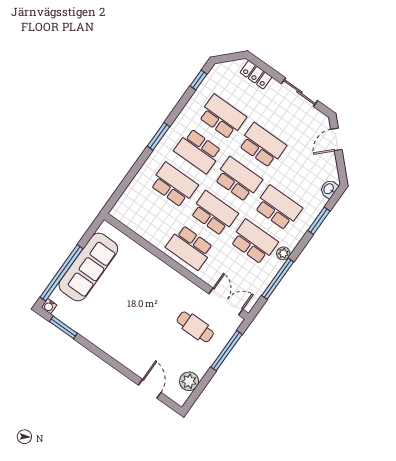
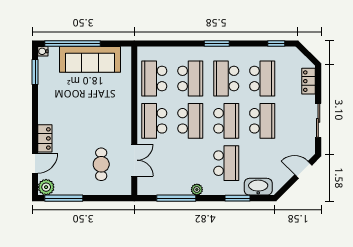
washbasin: (329, 189) -> (258, 187), width x1.91, depth x1.45
school desk: (254, 242) -> (154, 79), moved, turned 180
double door: (226, 302) -> (134, 160), moved
window: (227, 351) -> (64, 198), moved
locker: (133, 363) -> (45, 138), added
plant: (189, 381) -> (46, 187), moved

